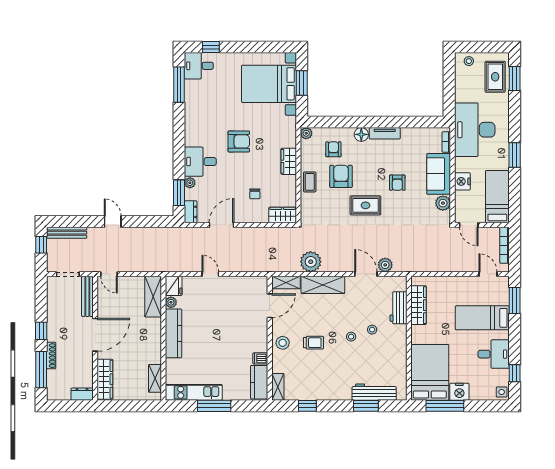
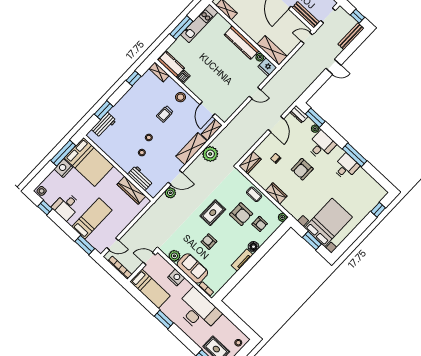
desk: (199, 66) -> (346, 167), moved
window: (179, 85) -> (355, 155), moved
armchair: (239, 141) -> (302, 169), moved
workbench: (374, 392) -> (104, 125), width x0.73

